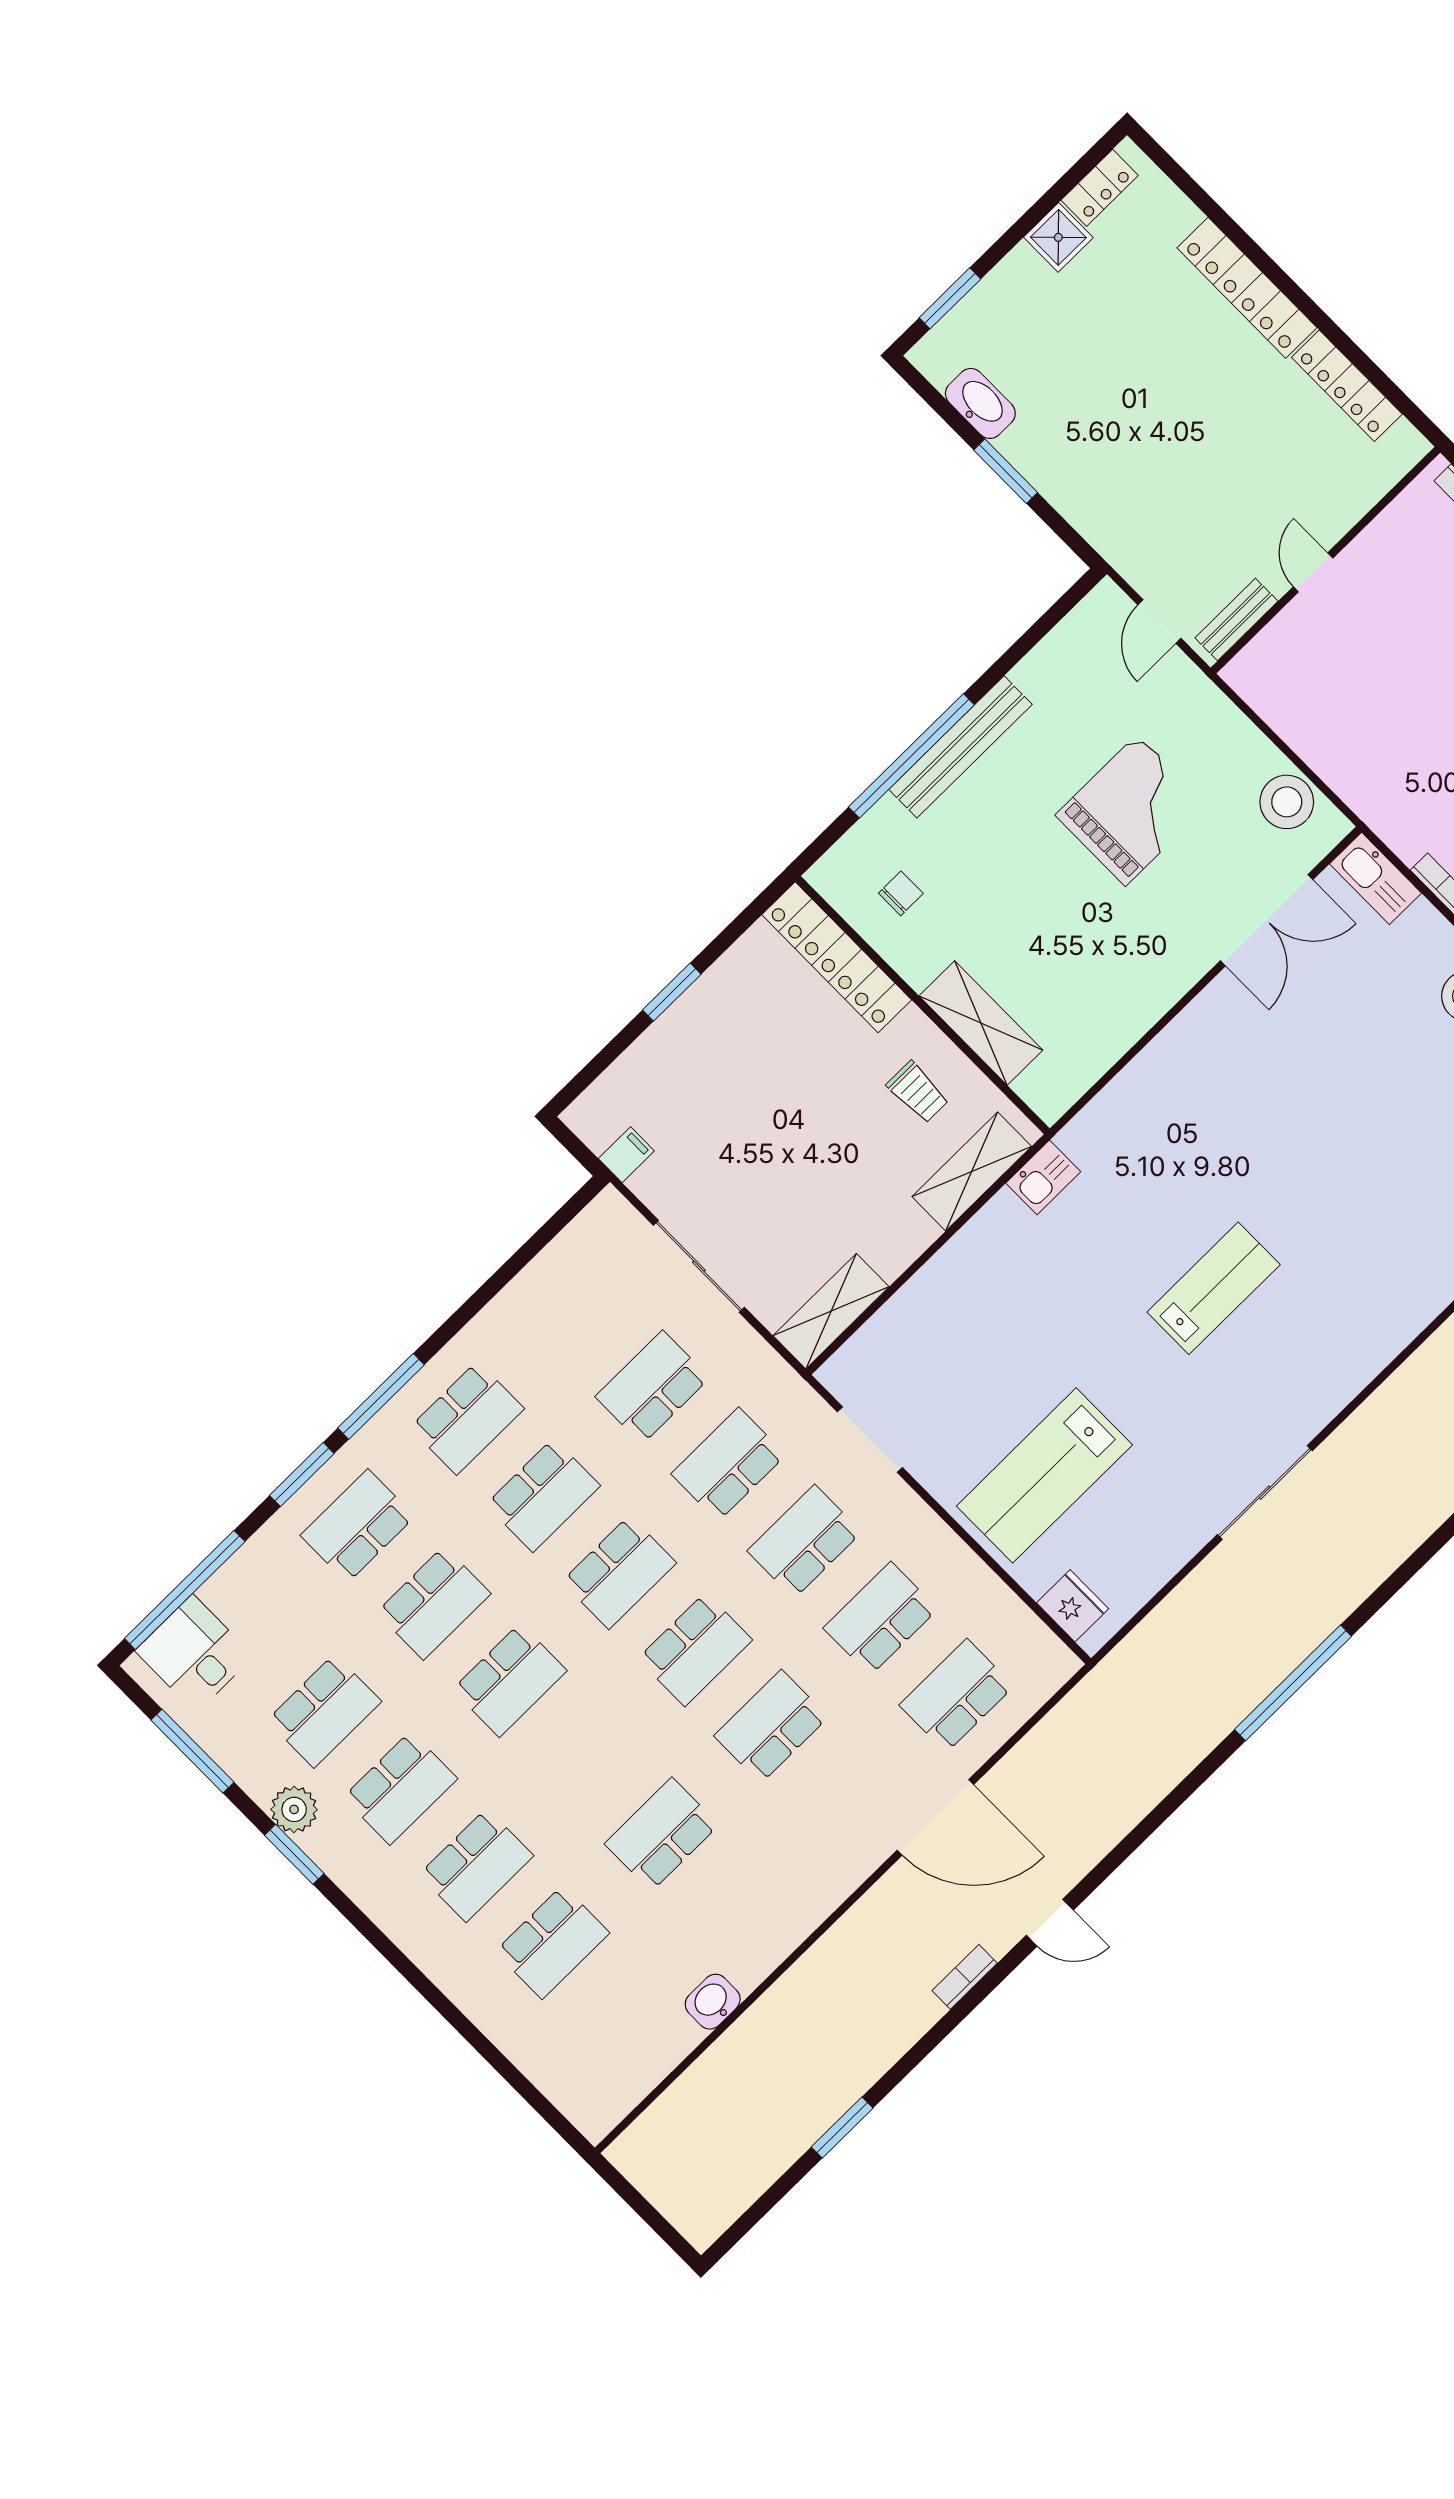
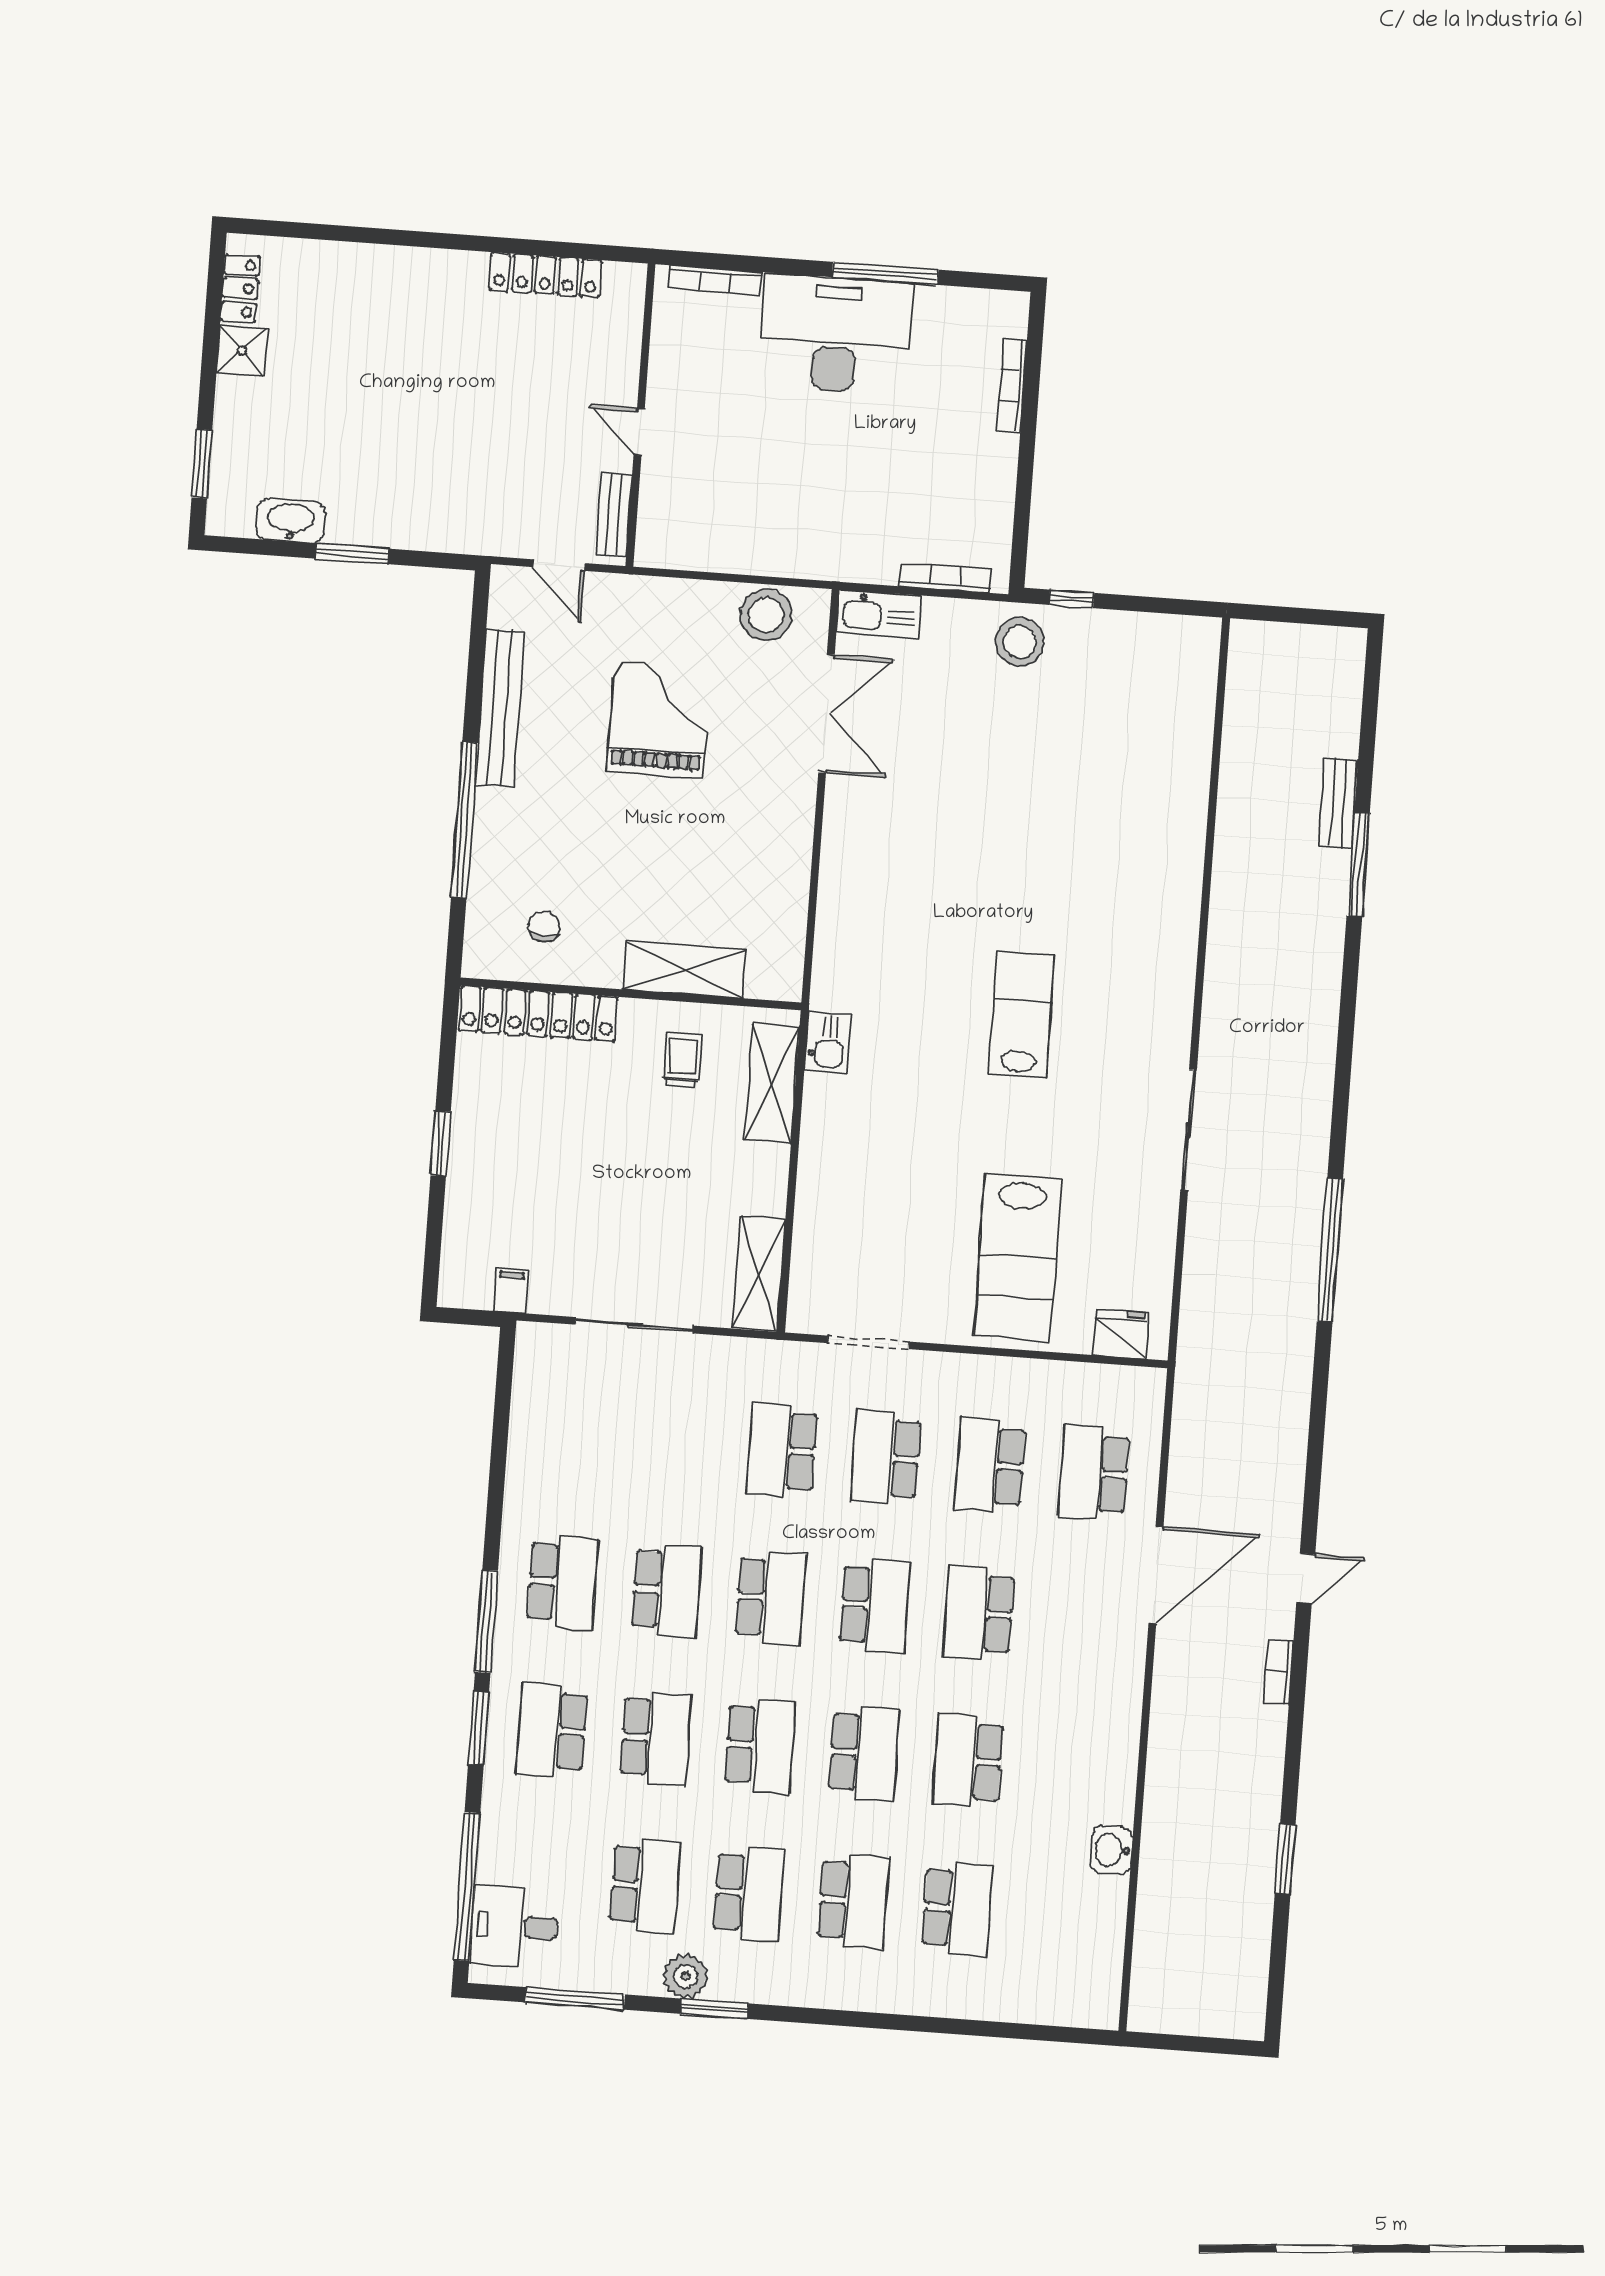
locker: (1247, 288) -> (410, 267), removed
bench: (960, 747) -> (500, 708), moved
trolley: (918, 1092) -> (683, 1060), turned -90
school desk: (652, 1387) -> (864, 1753), moved, turned 180

